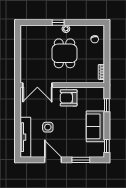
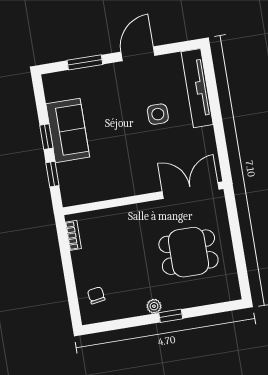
dining table: (64, 53) -> (188, 252), moved, turned 90
armchair: (69, 98) -> (127, 176), removed
window: (107, 146) -> (46, 137), moved
door: (53, 160) -> (138, 54), swing flipped

